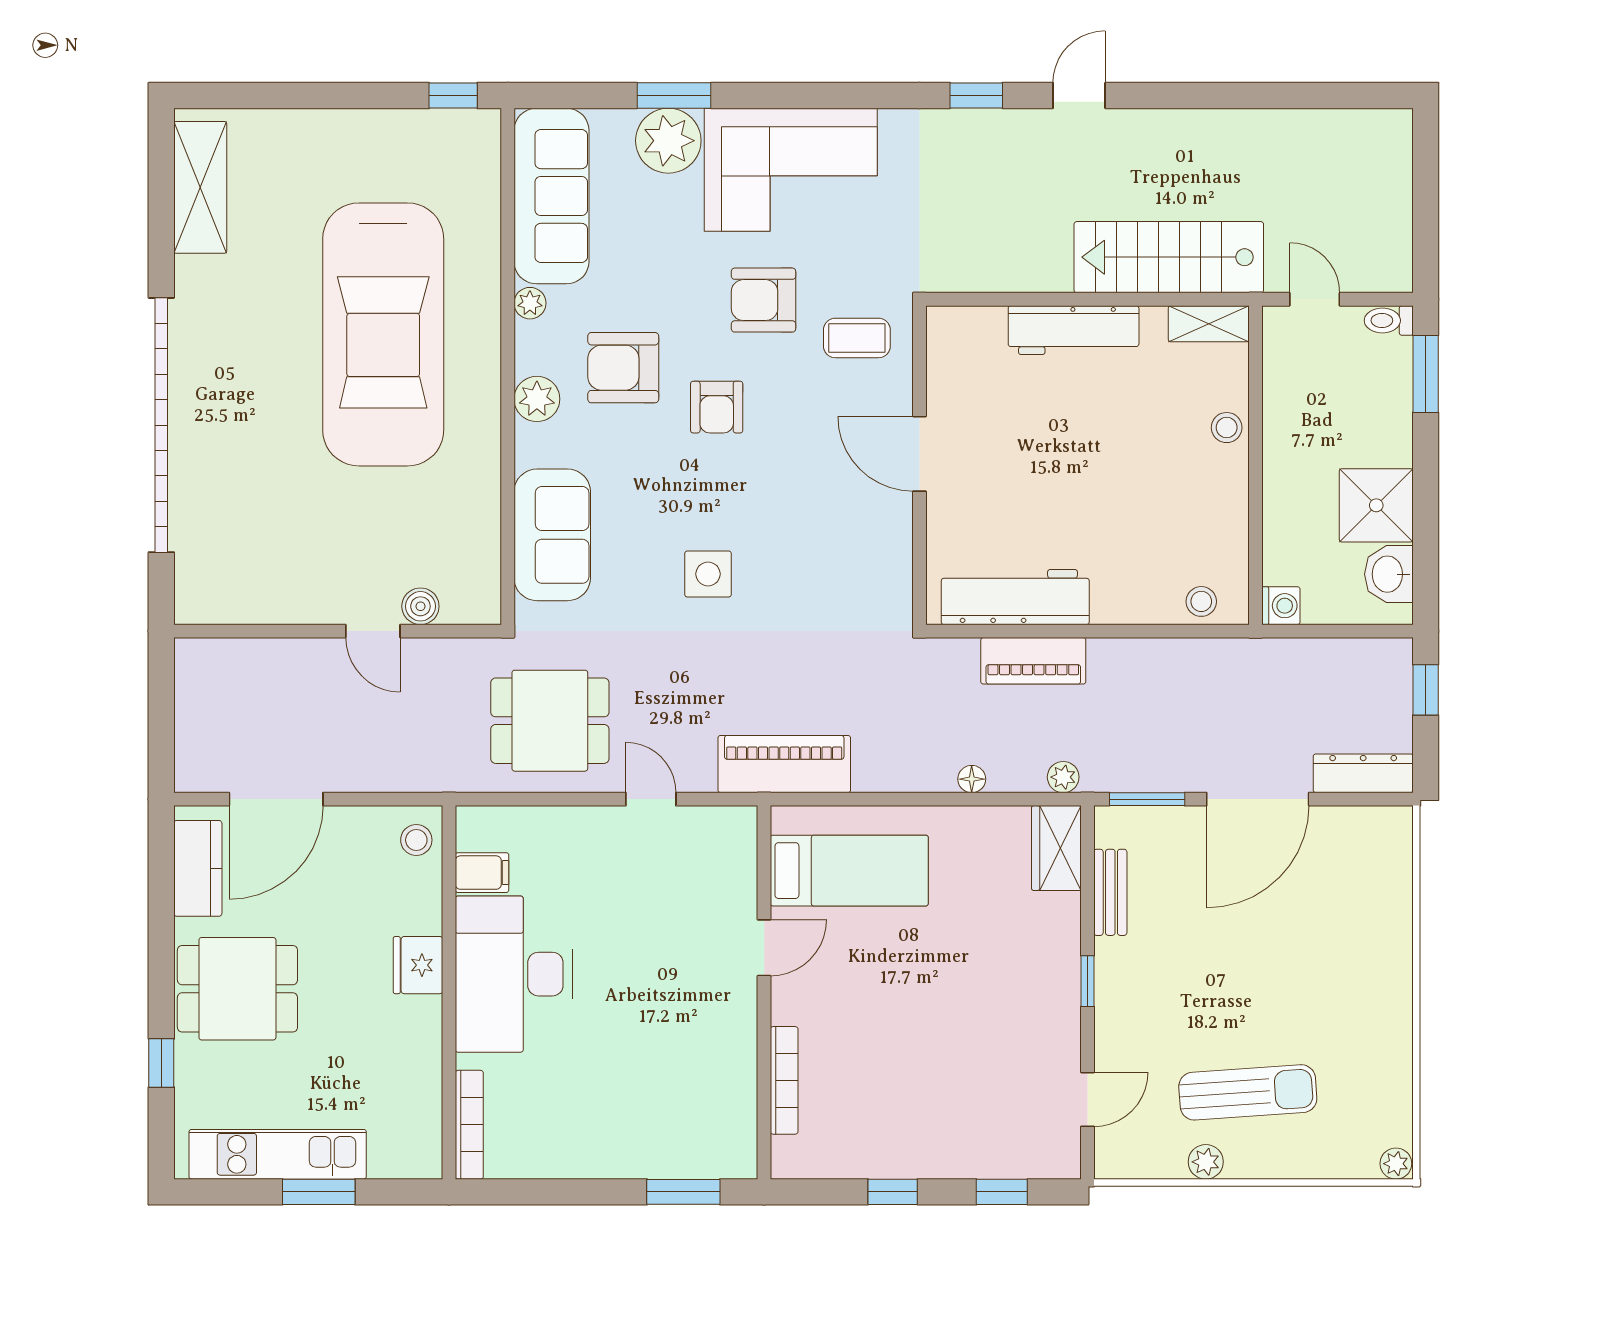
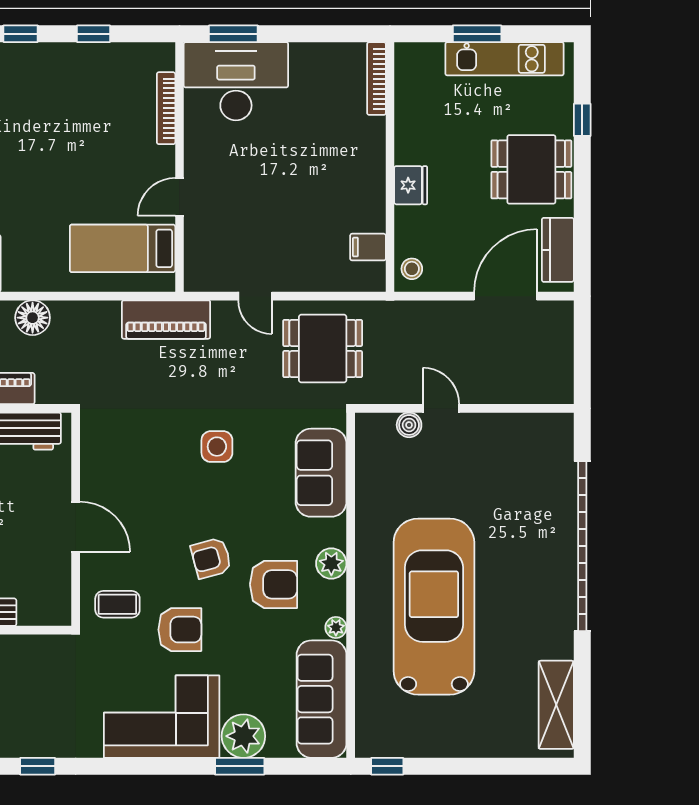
armchair: (717, 407) -> (211, 558), turned -105
floor lamp: (972, 779) -> (33, 318), width x1.89, depth x1.89
desk: (514, 974) -> (236, 81), moved, turned -90

